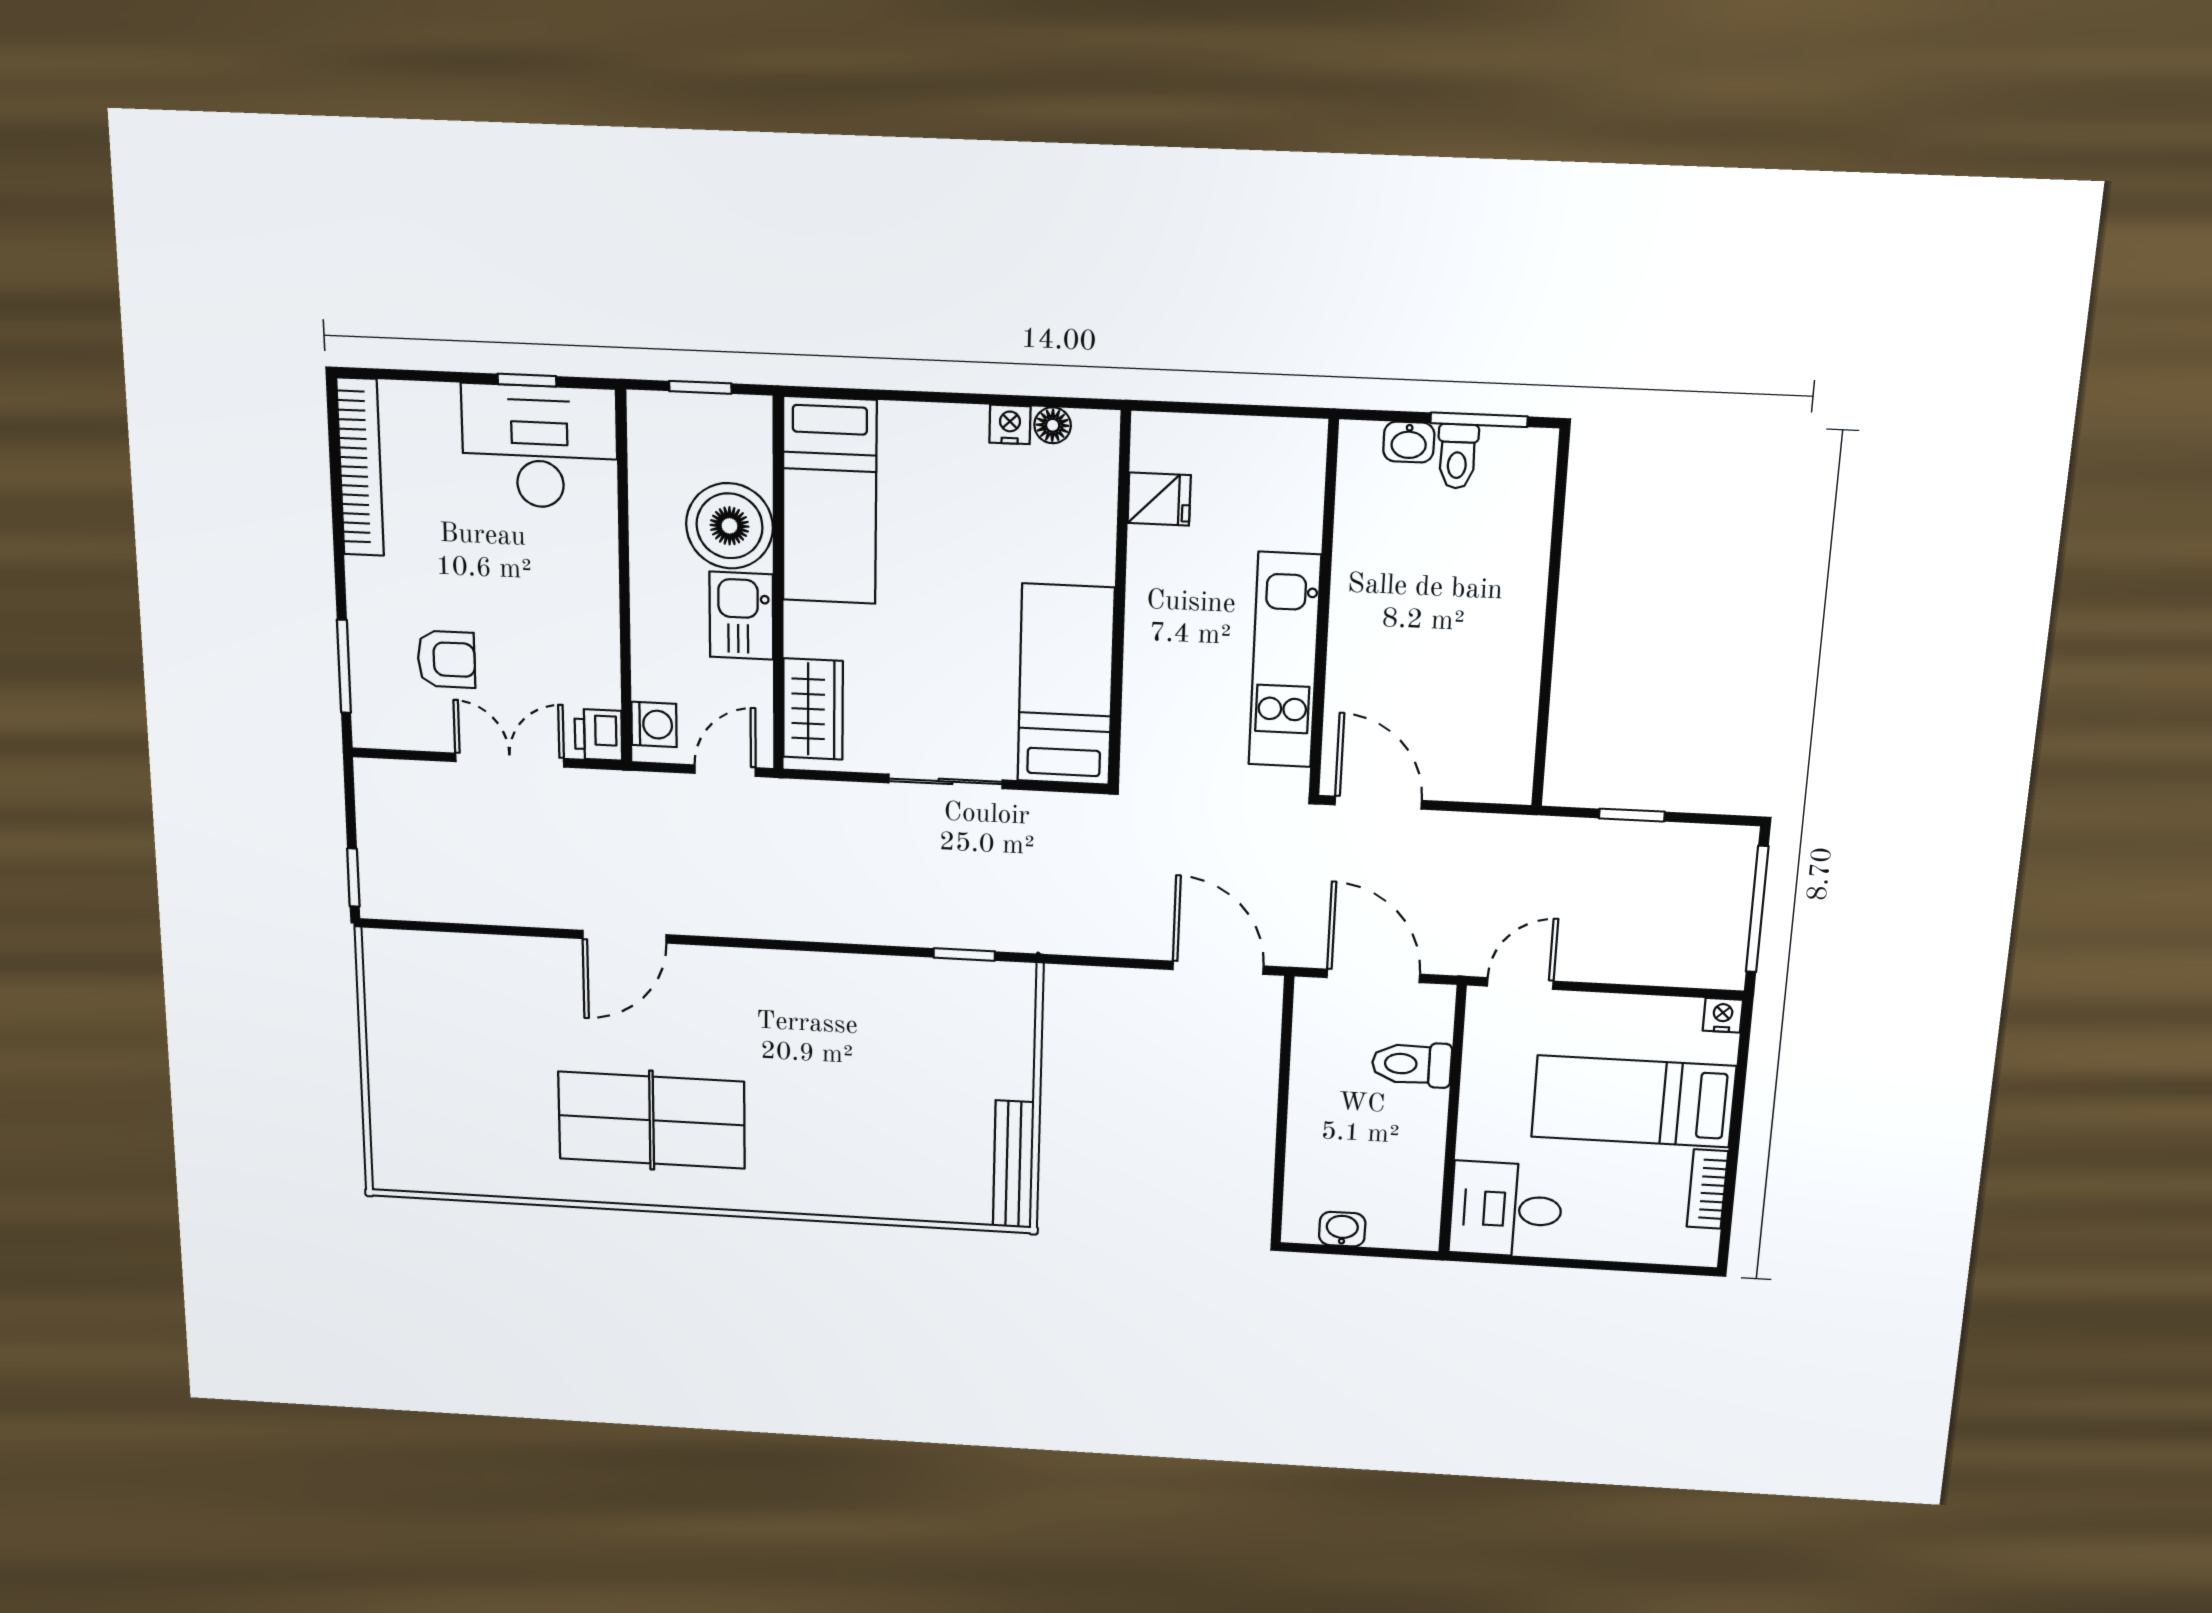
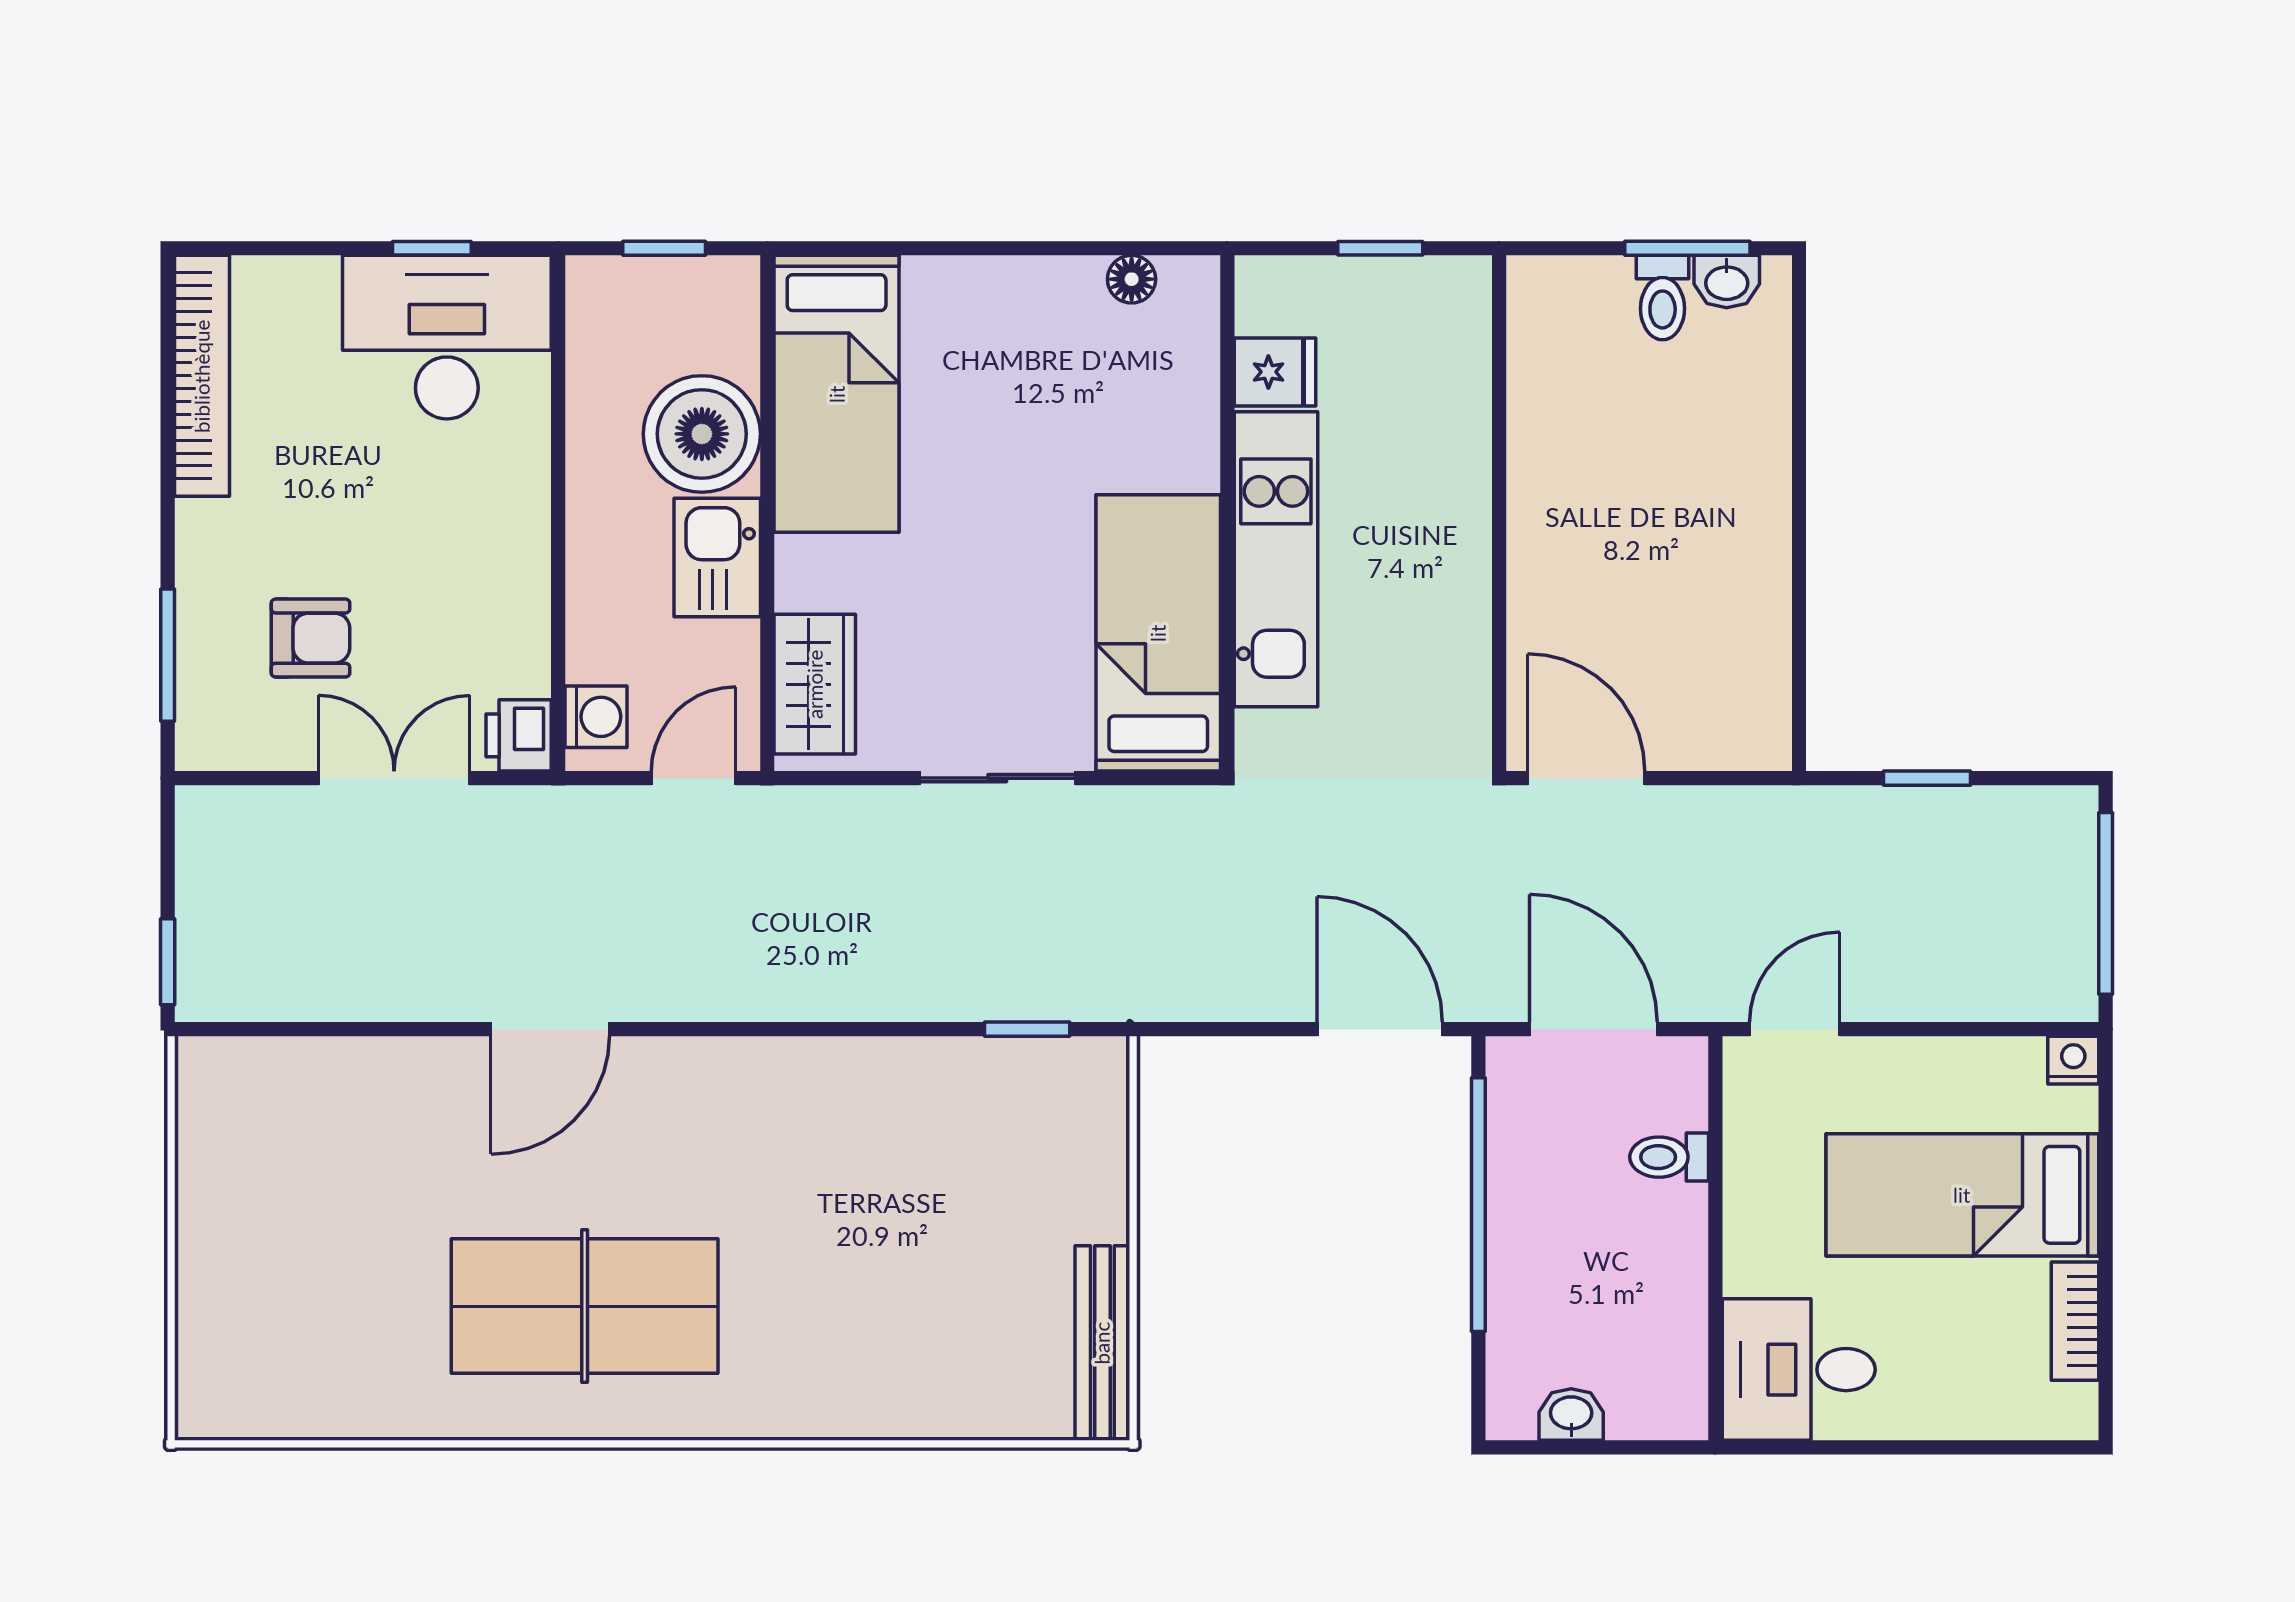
window: (1243, 410) -> (1380, 248), added
nightstand: (1010, 424) -> (1075, 281), removed
washbasin: (1409, 442) -> (1727, 282), moved
kitchen unit: (1285, 660) -> (1276, 559), moved, turned 180
toilet: (1412, 1064) -> (1669, 1157), width x0.73, depth x0.72
window: (1284, 1089) -> (1478, 1205), added

